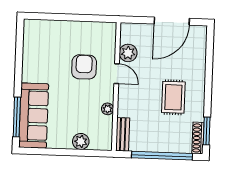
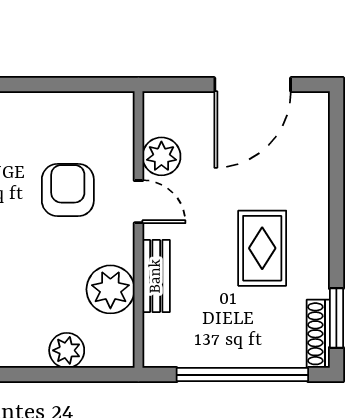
plant: (108, 109) -> (110, 289), width x1.88, depth x1.88
bench: (123, 134) -> (156, 276), moved

